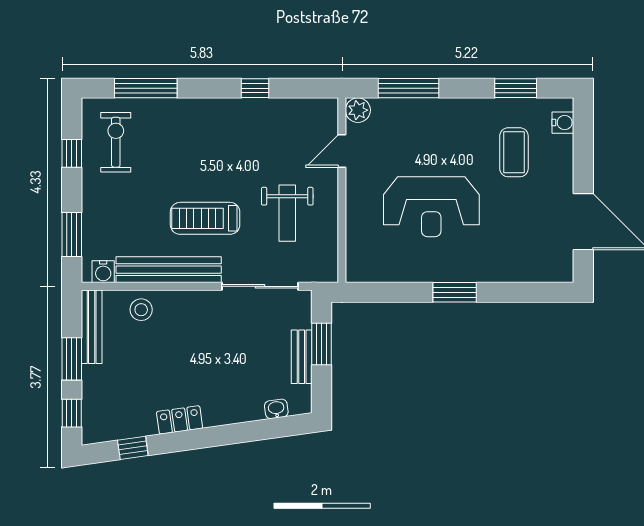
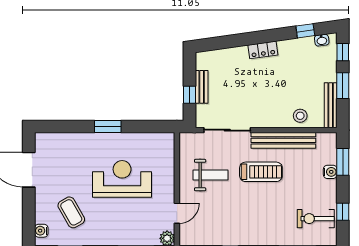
exercise bike: (116, 142) -> (316, 219), turned 90
coffee table: (514, 152) -> (71, 212), turned -30
weight bench: (287, 213) -> (210, 175), turned 90
water cooler: (103, 272) -> (330, 172), moved, turned 90
window: (321, 344) -> (189, 95), width x0.67
washbasin: (276, 409) -> (322, 40), moved
locker: (180, 420) -> (263, 50), moved

